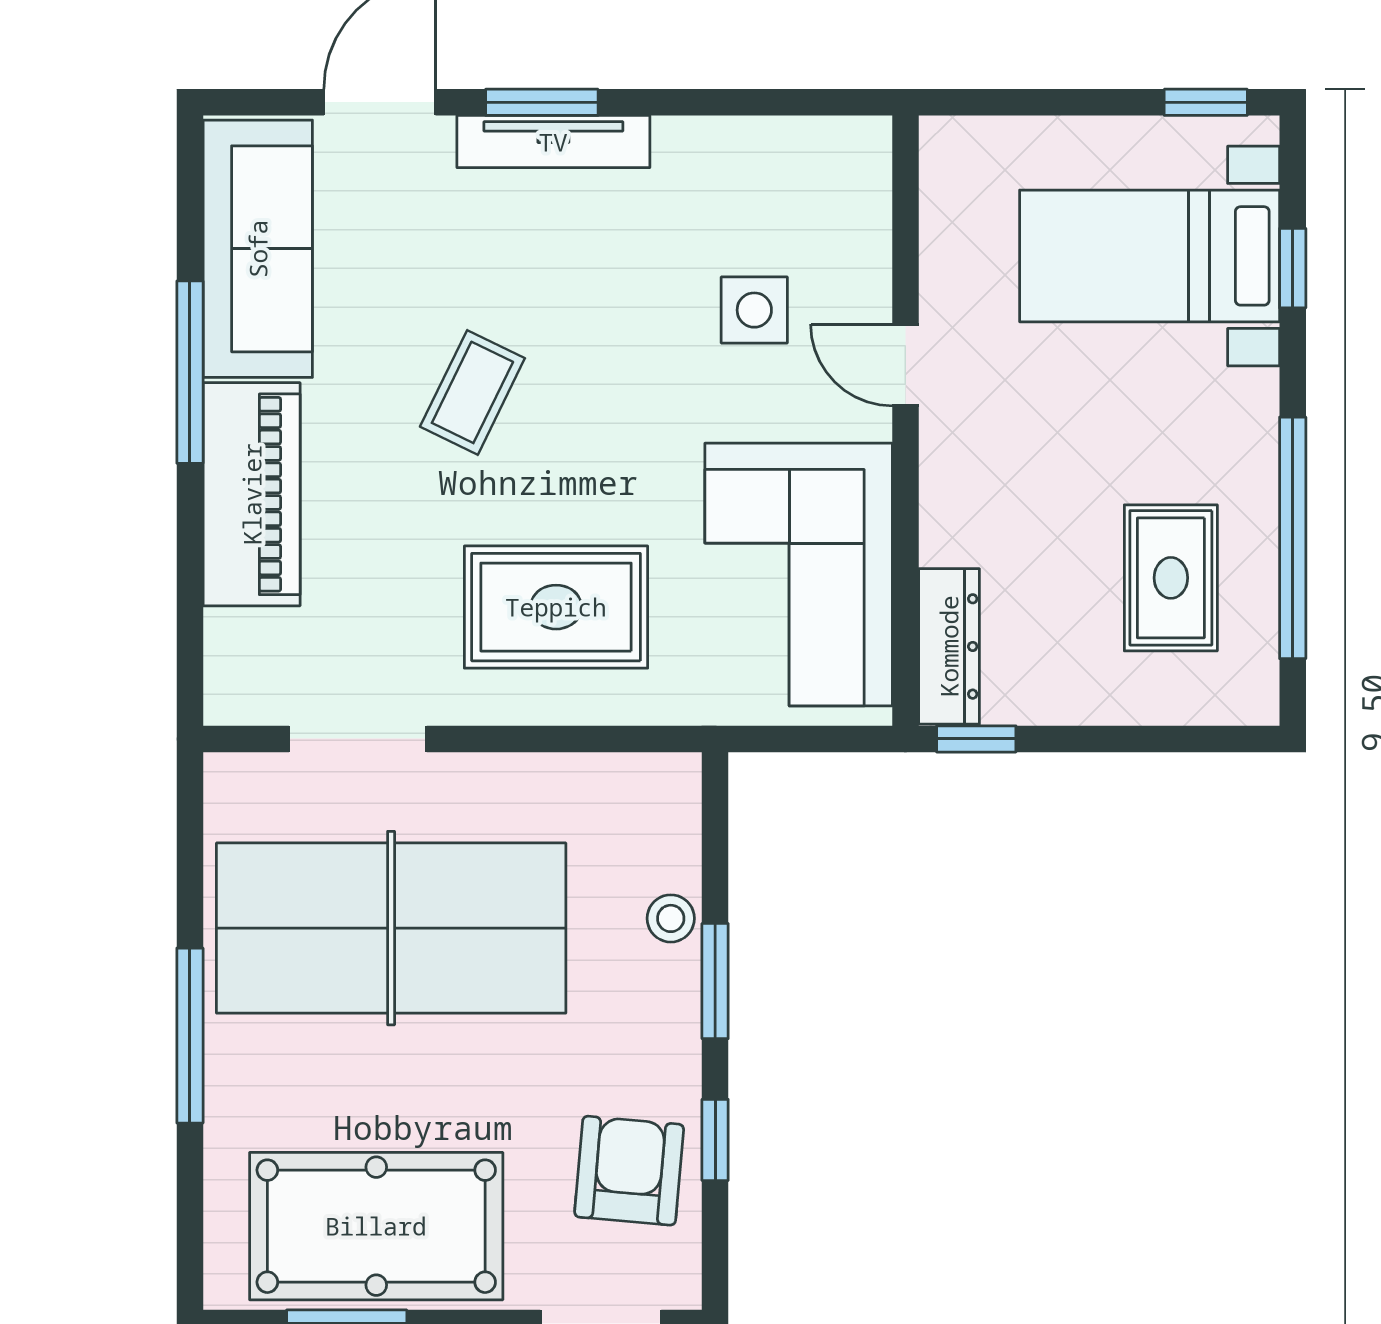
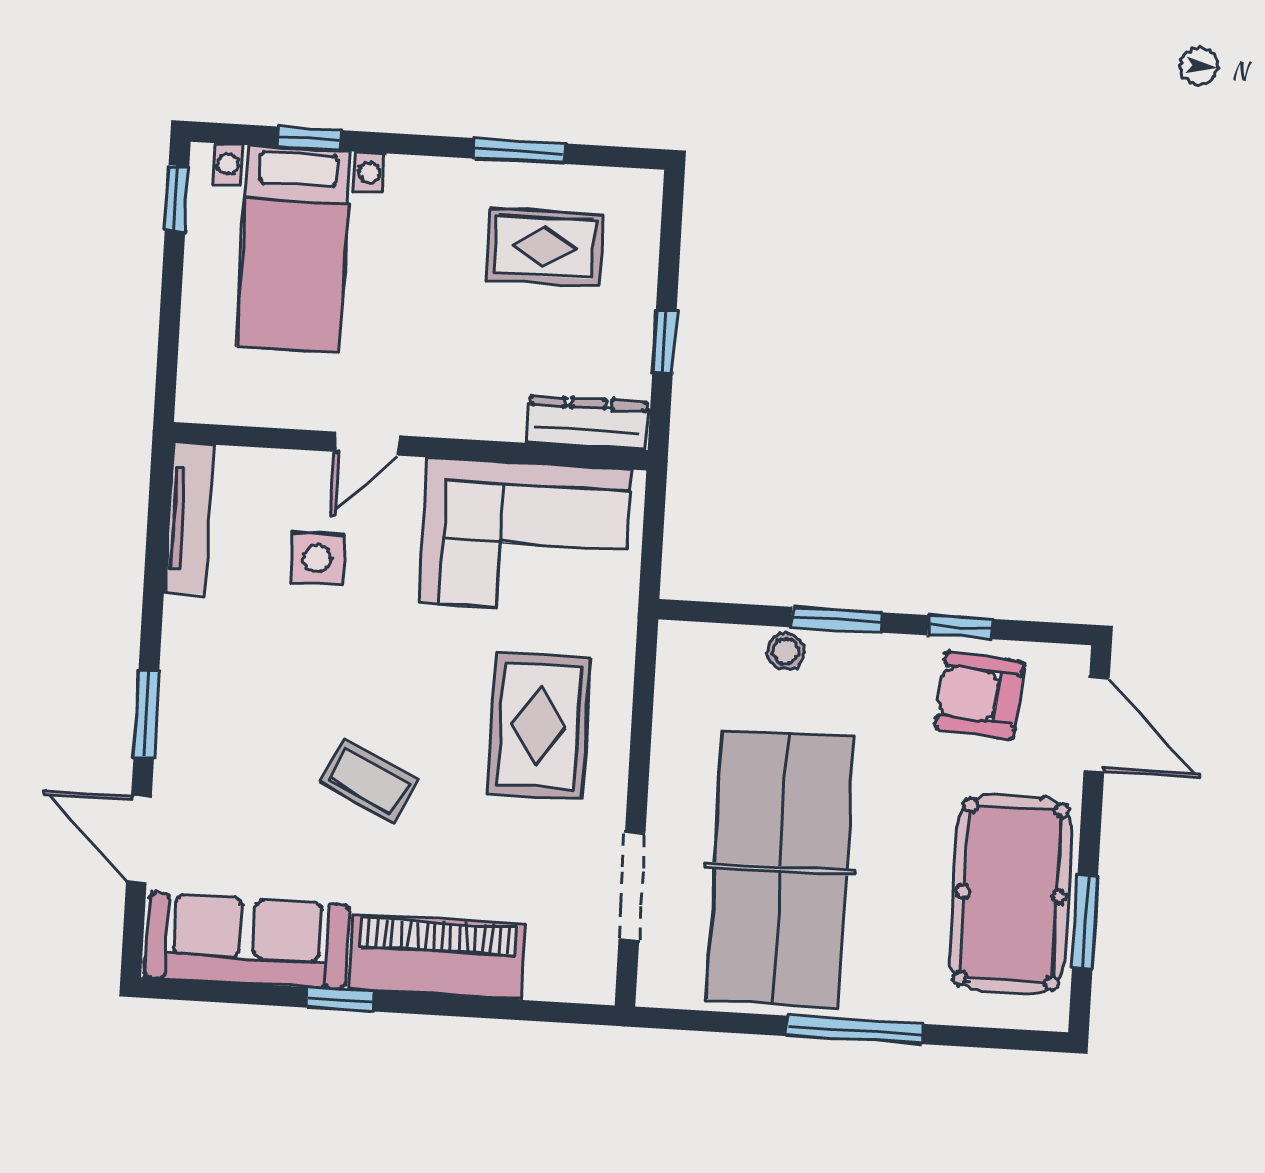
tv unit: (553, 142) -> (188, 518), moved
window: (190, 372) -> (340, 999), width x0.46
window: (1293, 538) -> (519, 151), width x0.47
window: (976, 739) -> (664, 343), moved

